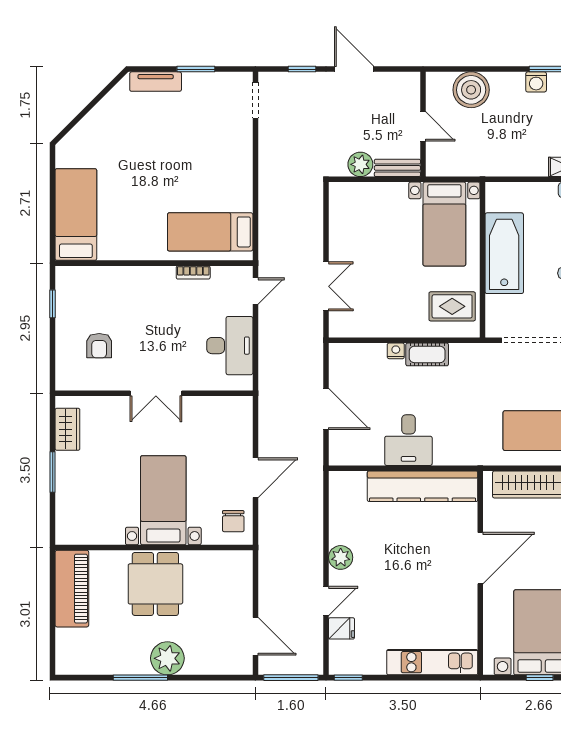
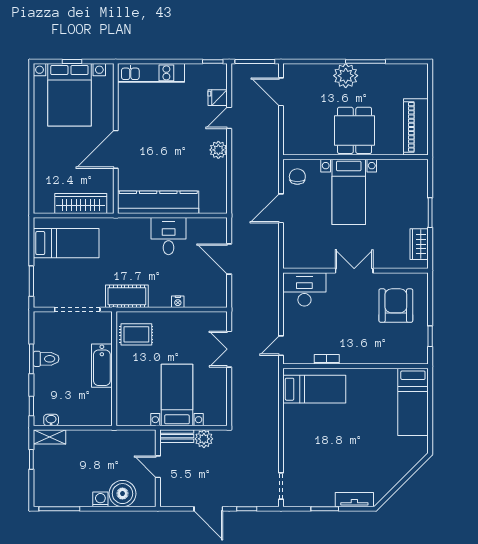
washing machine: (536, 82) -> (100, 499), moved
bed with nightstands: (444, 224) -> (177, 395), moved
bathtub: (504, 253) -> (102, 366), width x0.73, depth x0.73
armchair: (99, 346) -> (396, 306), width x1.88, depth x1.88
desk: (230, 346) -> (304, 289), moved, turned 90
cot: (427, 354) -> (127, 296), moved, width x1.37, depth x1.34

